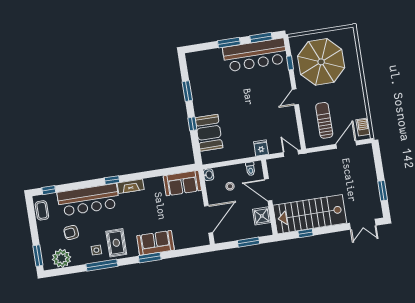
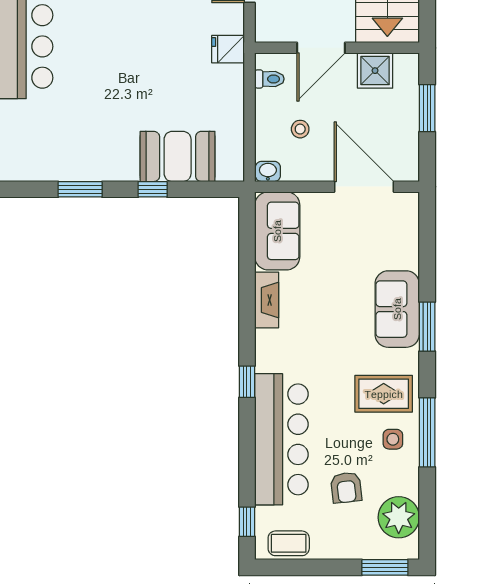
fireplace: (131, 186) -> (267, 300), moved

